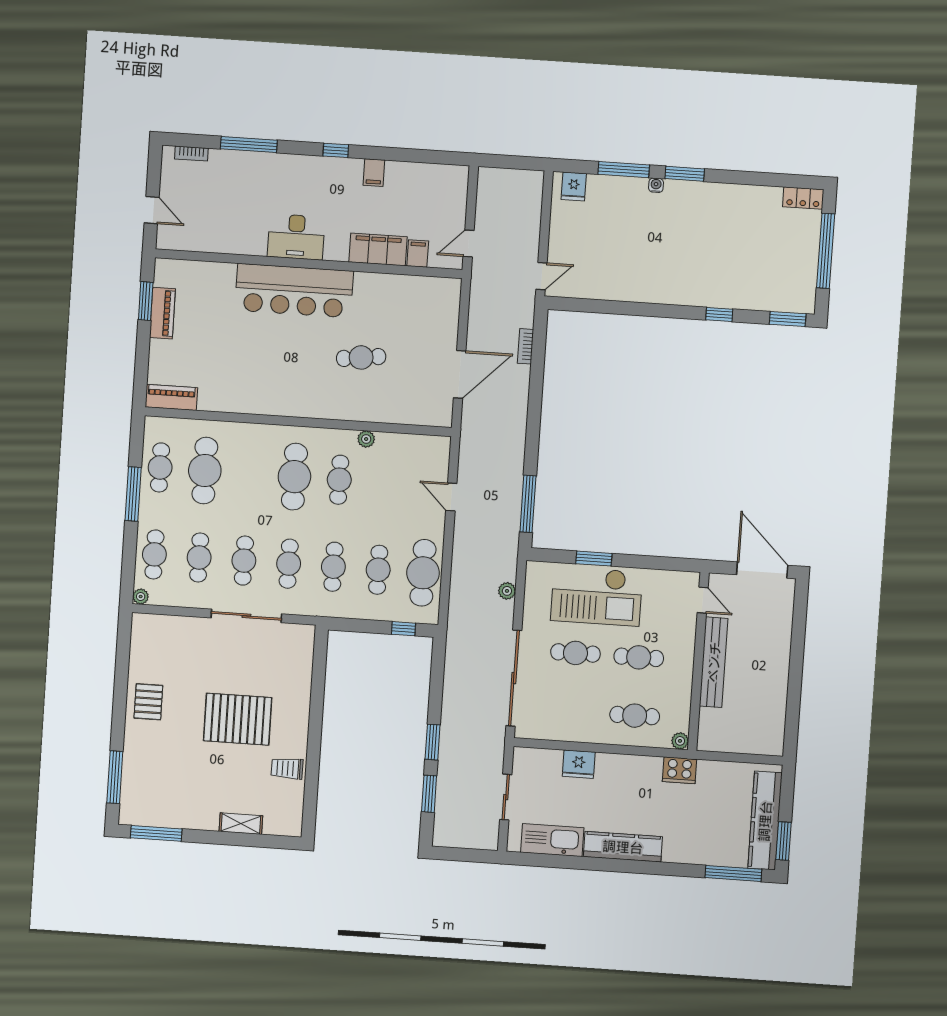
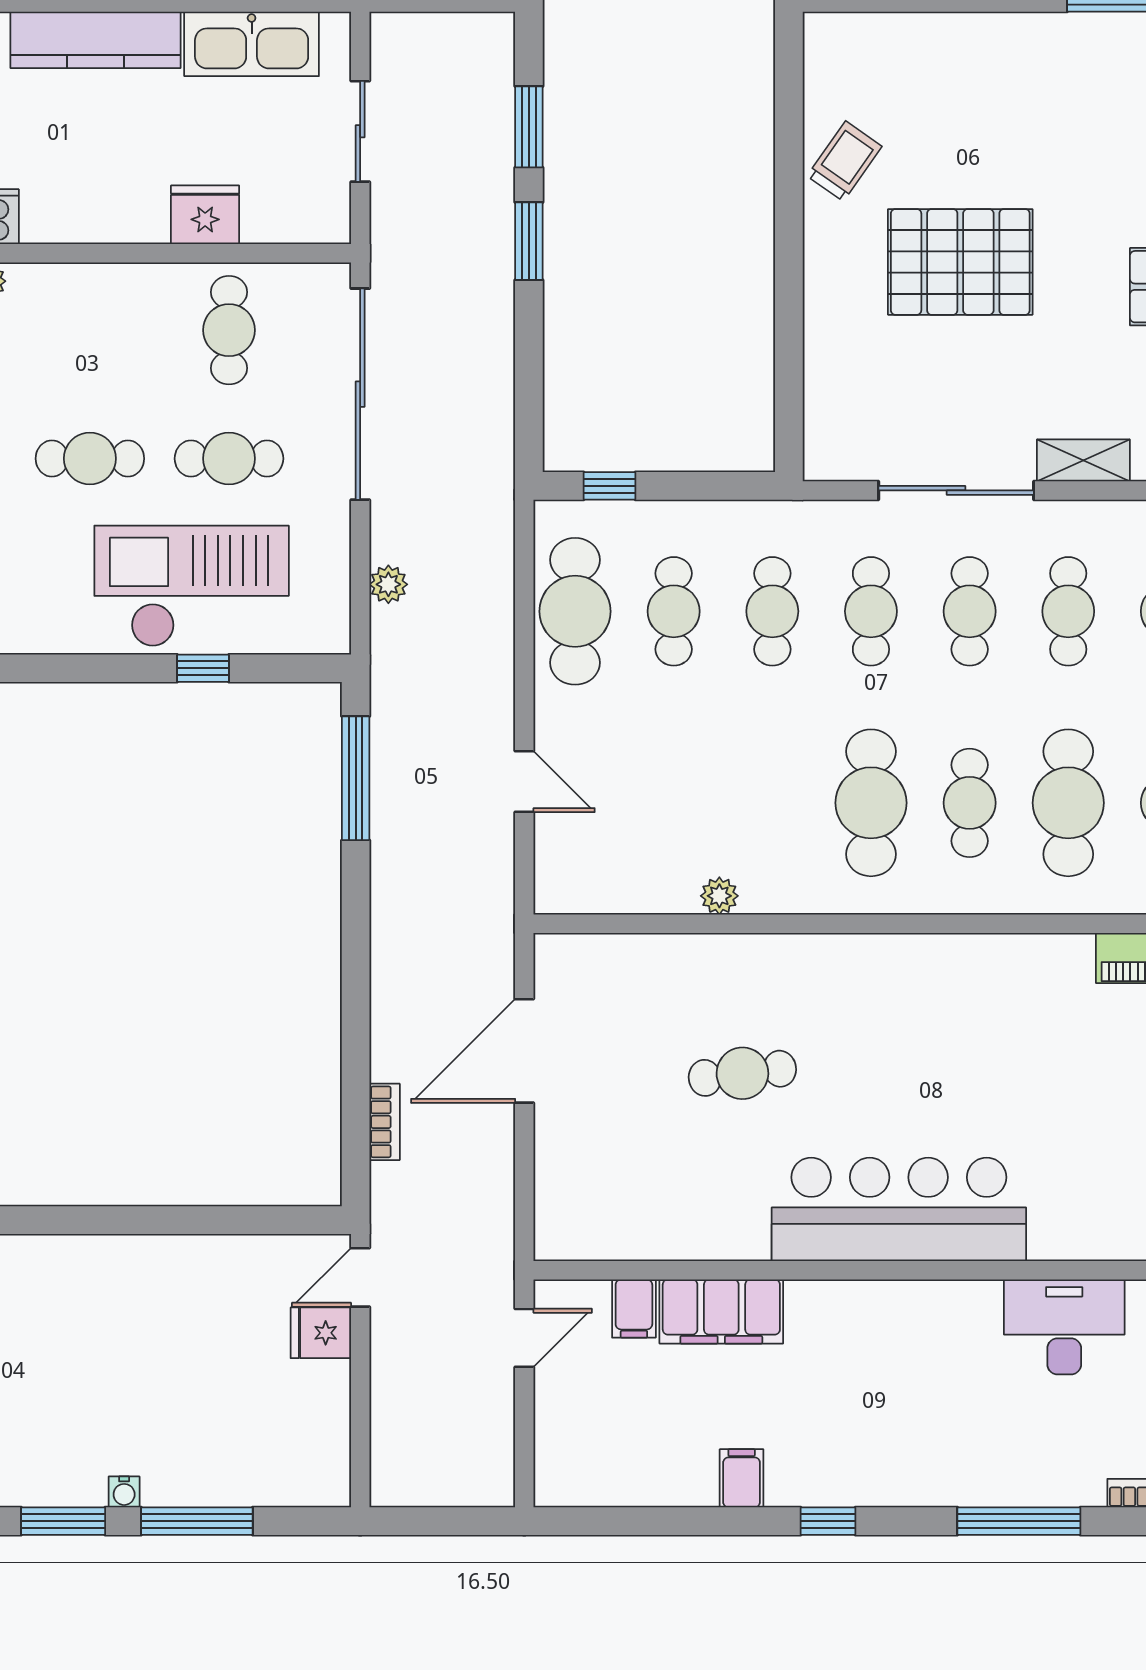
fridge: (574, 187) -> (321, 1333), moved, turned -90
desk: (296, 237) -> (1064, 1327), moved
cafe table: (339, 480) -> (970, 803), moved
window: (594, 559) -> (203, 668), width x0.67
cafe table: (635, 716) -> (229, 330), moved, turned 90
trolley: (287, 768) -> (844, 161), turned -55
shelving: (241, 824) -> (1083, 460), moved

